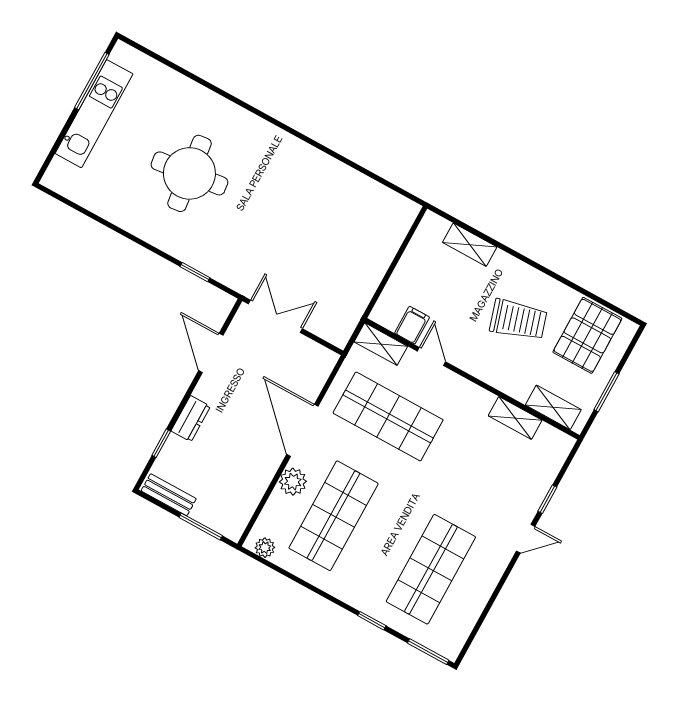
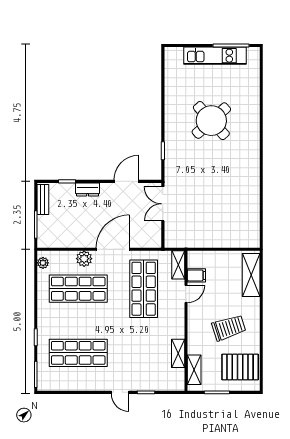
round table: (189, 173) -> (211, 121), turned -35
shelving: (470, 245) -> (251, 275), width x1.50, depth x1.33
double door: (275, 316) -> (163, 204), swing flipped
trolley: (518, 320) -> (229, 328), turned -91

